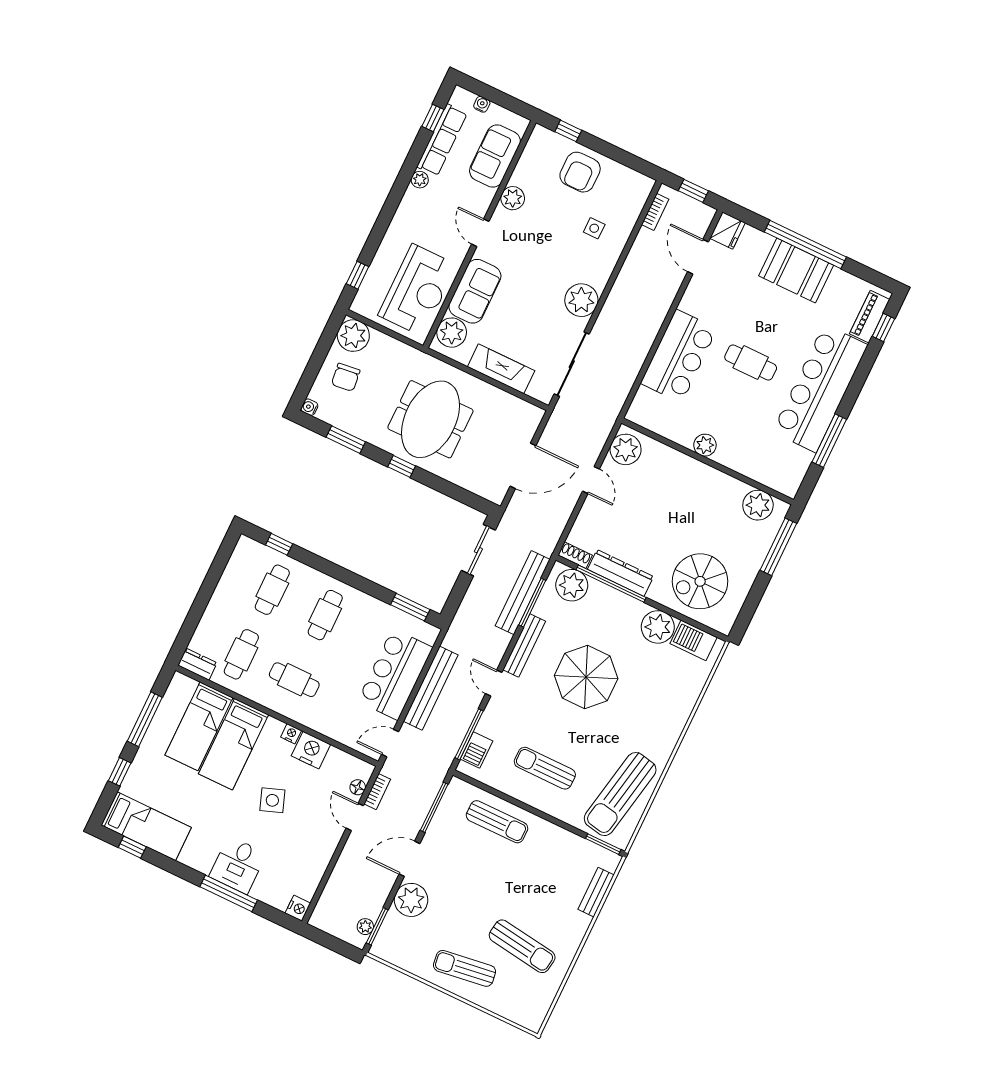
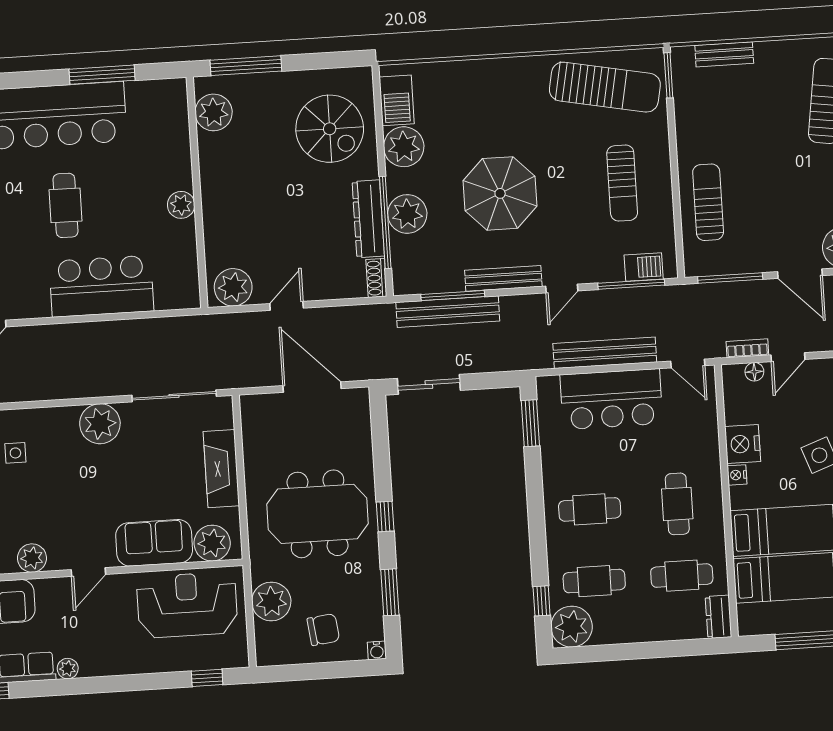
plant: (353, 336) -> (271, 601), moved
plant: (249, 555) -> (572, 627), added
plant: (572, 585) -> (407, 214), moved

